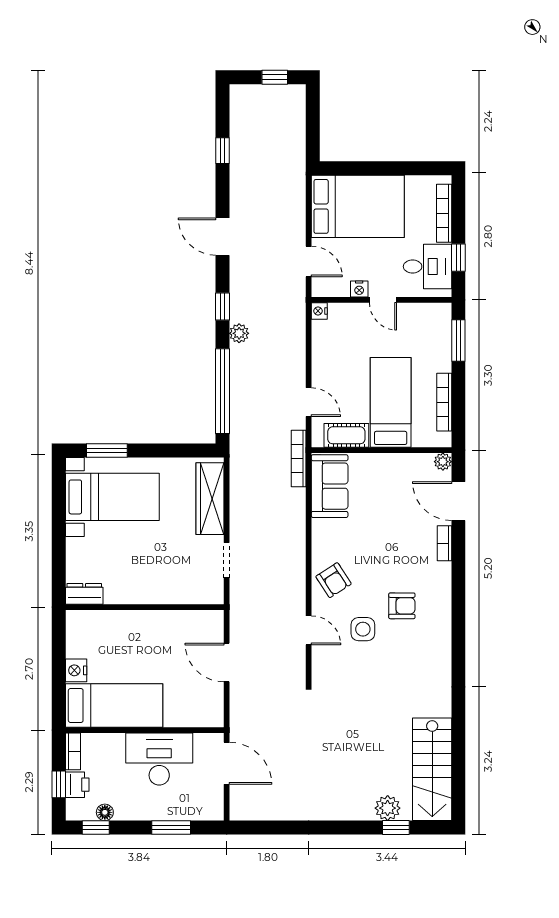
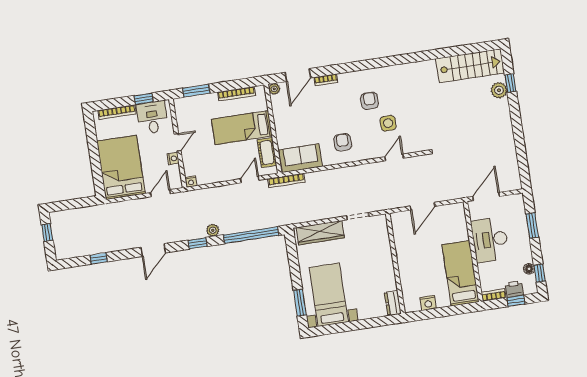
armchair: (334, 580) -> (343, 142), moved, turned -57
nightstand: (76, 670) -> (428, 303), moved

